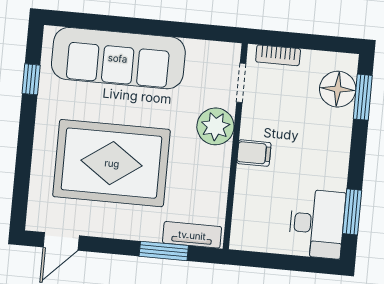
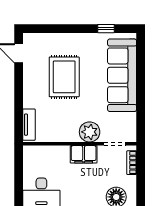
filing cabinet: (254, 153) -> (84, 154), width x2.00
rug: (112, 163) -> (64, 77), width x0.73, depth x0.69
window: (164, 251) -> (19, 110), removed

